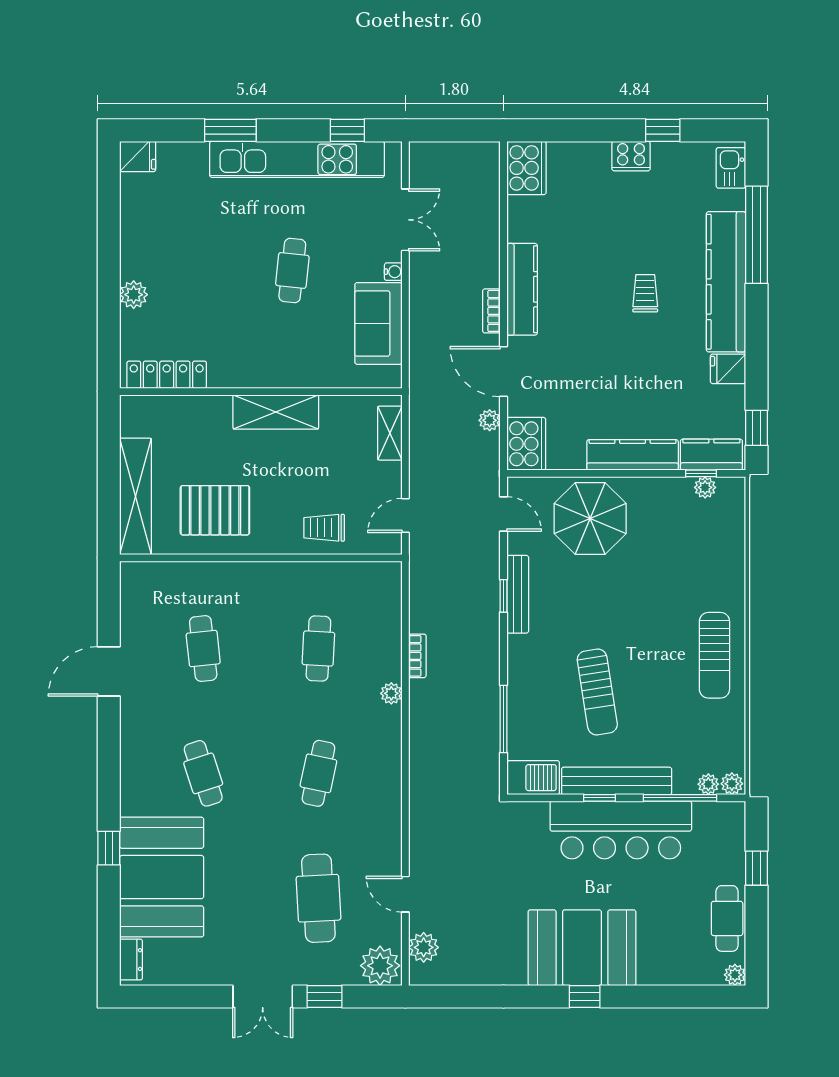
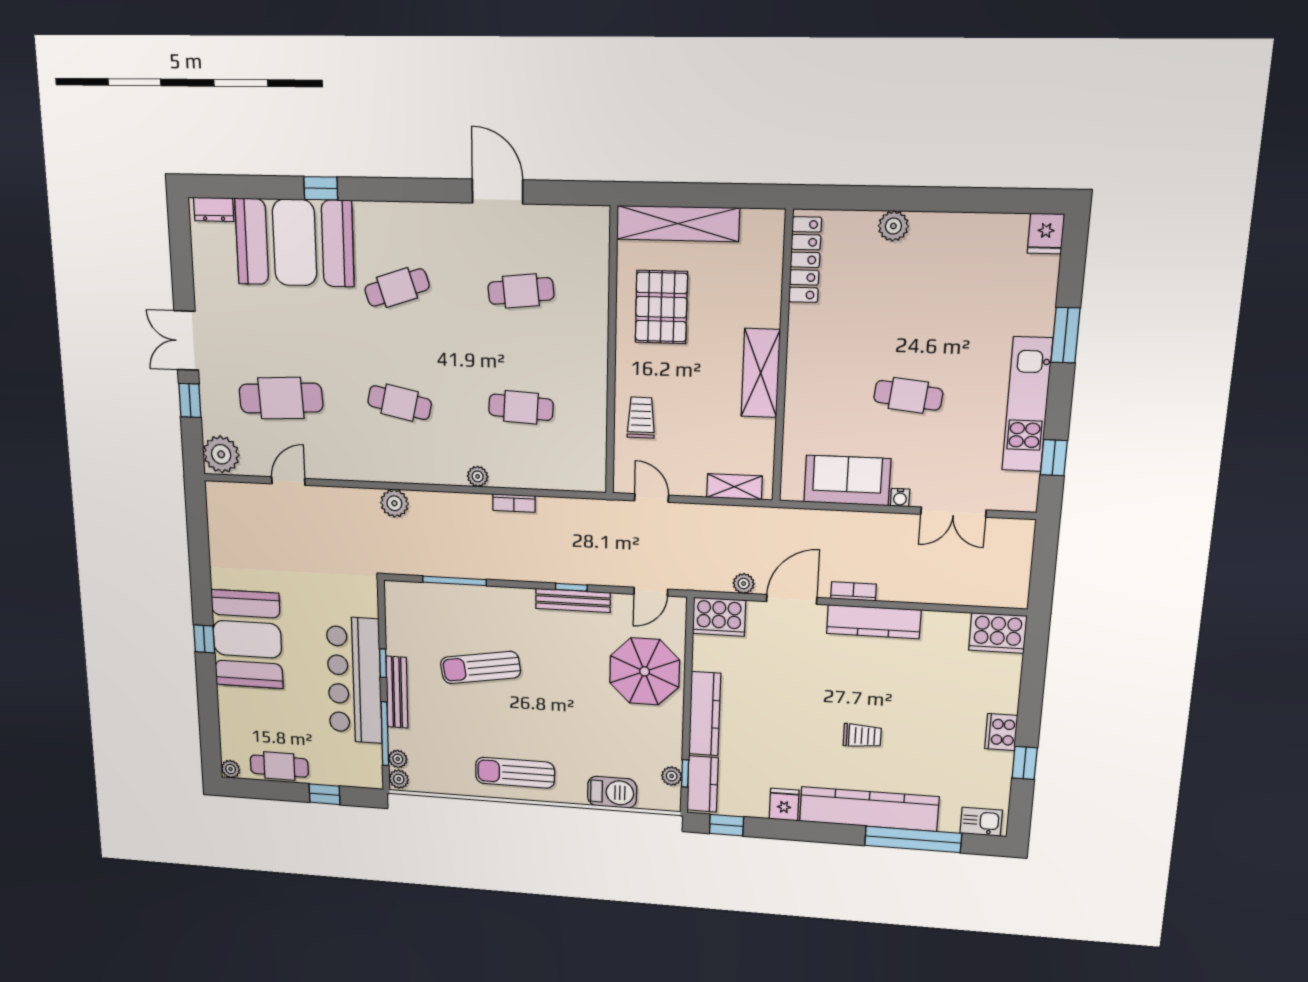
kitchen unit: (297, 159) -> (1027, 405), width x0.73
barbecue: (533, 778) -> (612, 792), moved, turned -90
bench: (617, 781) -> (397, 692), width x0.73, depth x0.82
plant: (424, 947) -> (394, 503), moved

